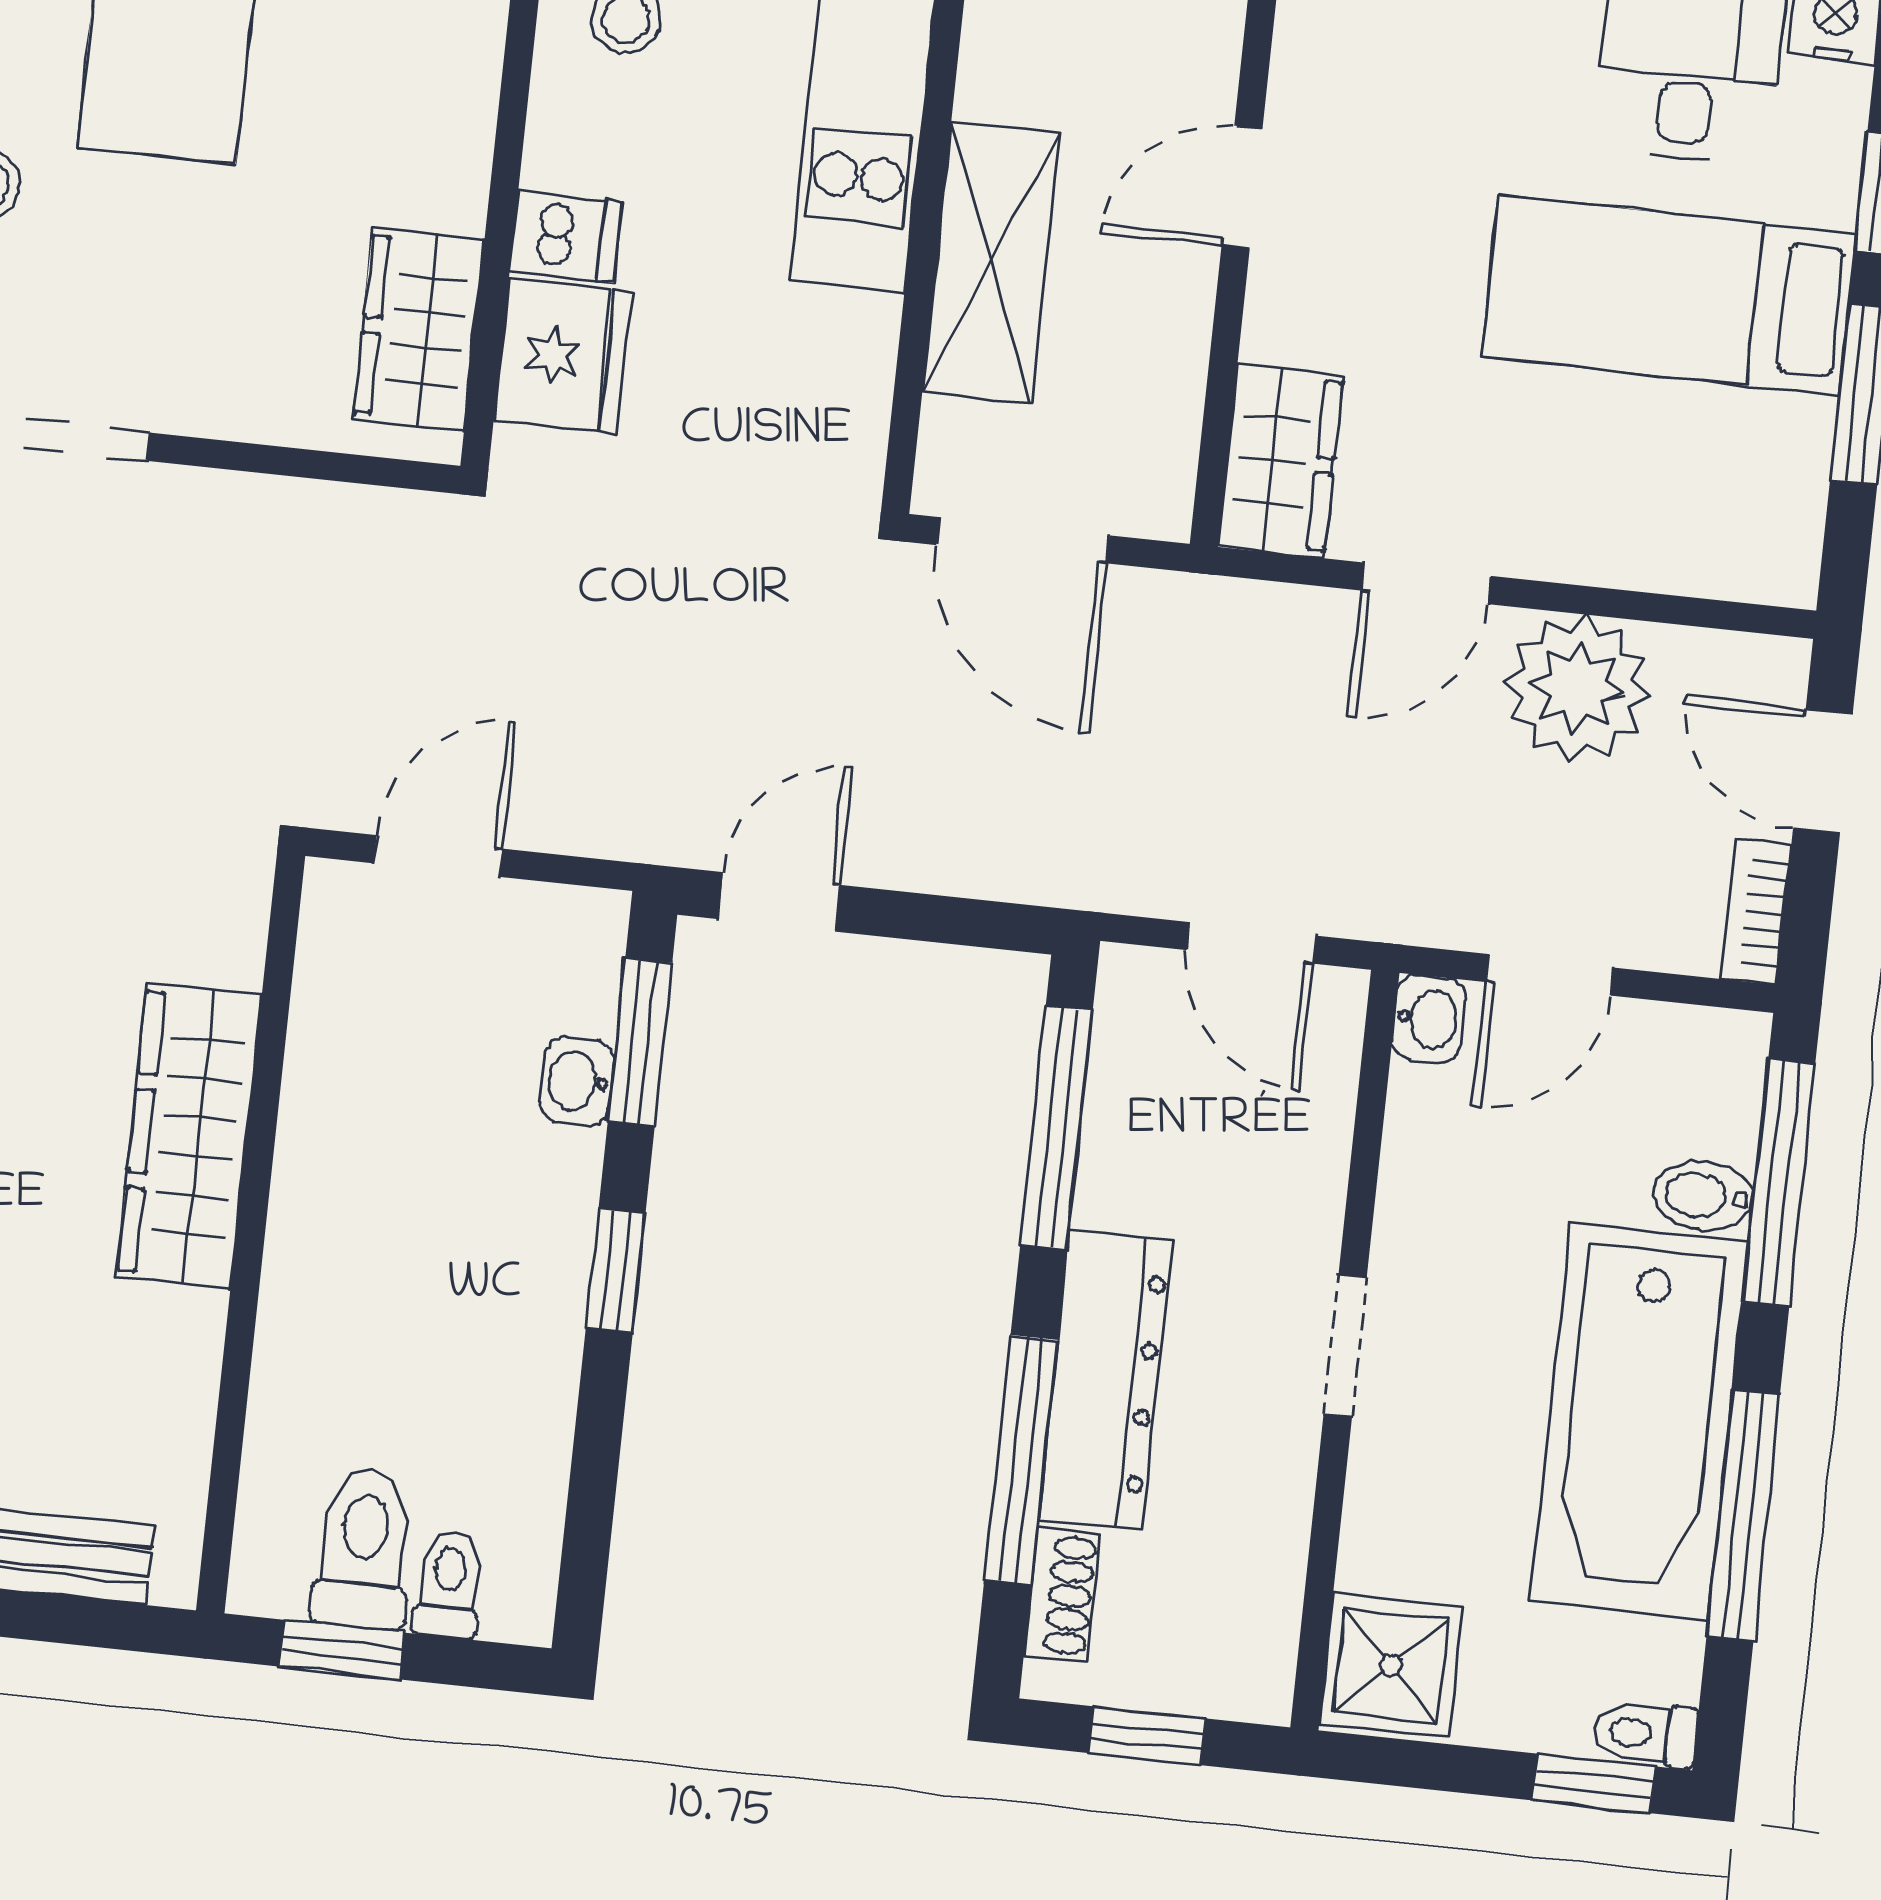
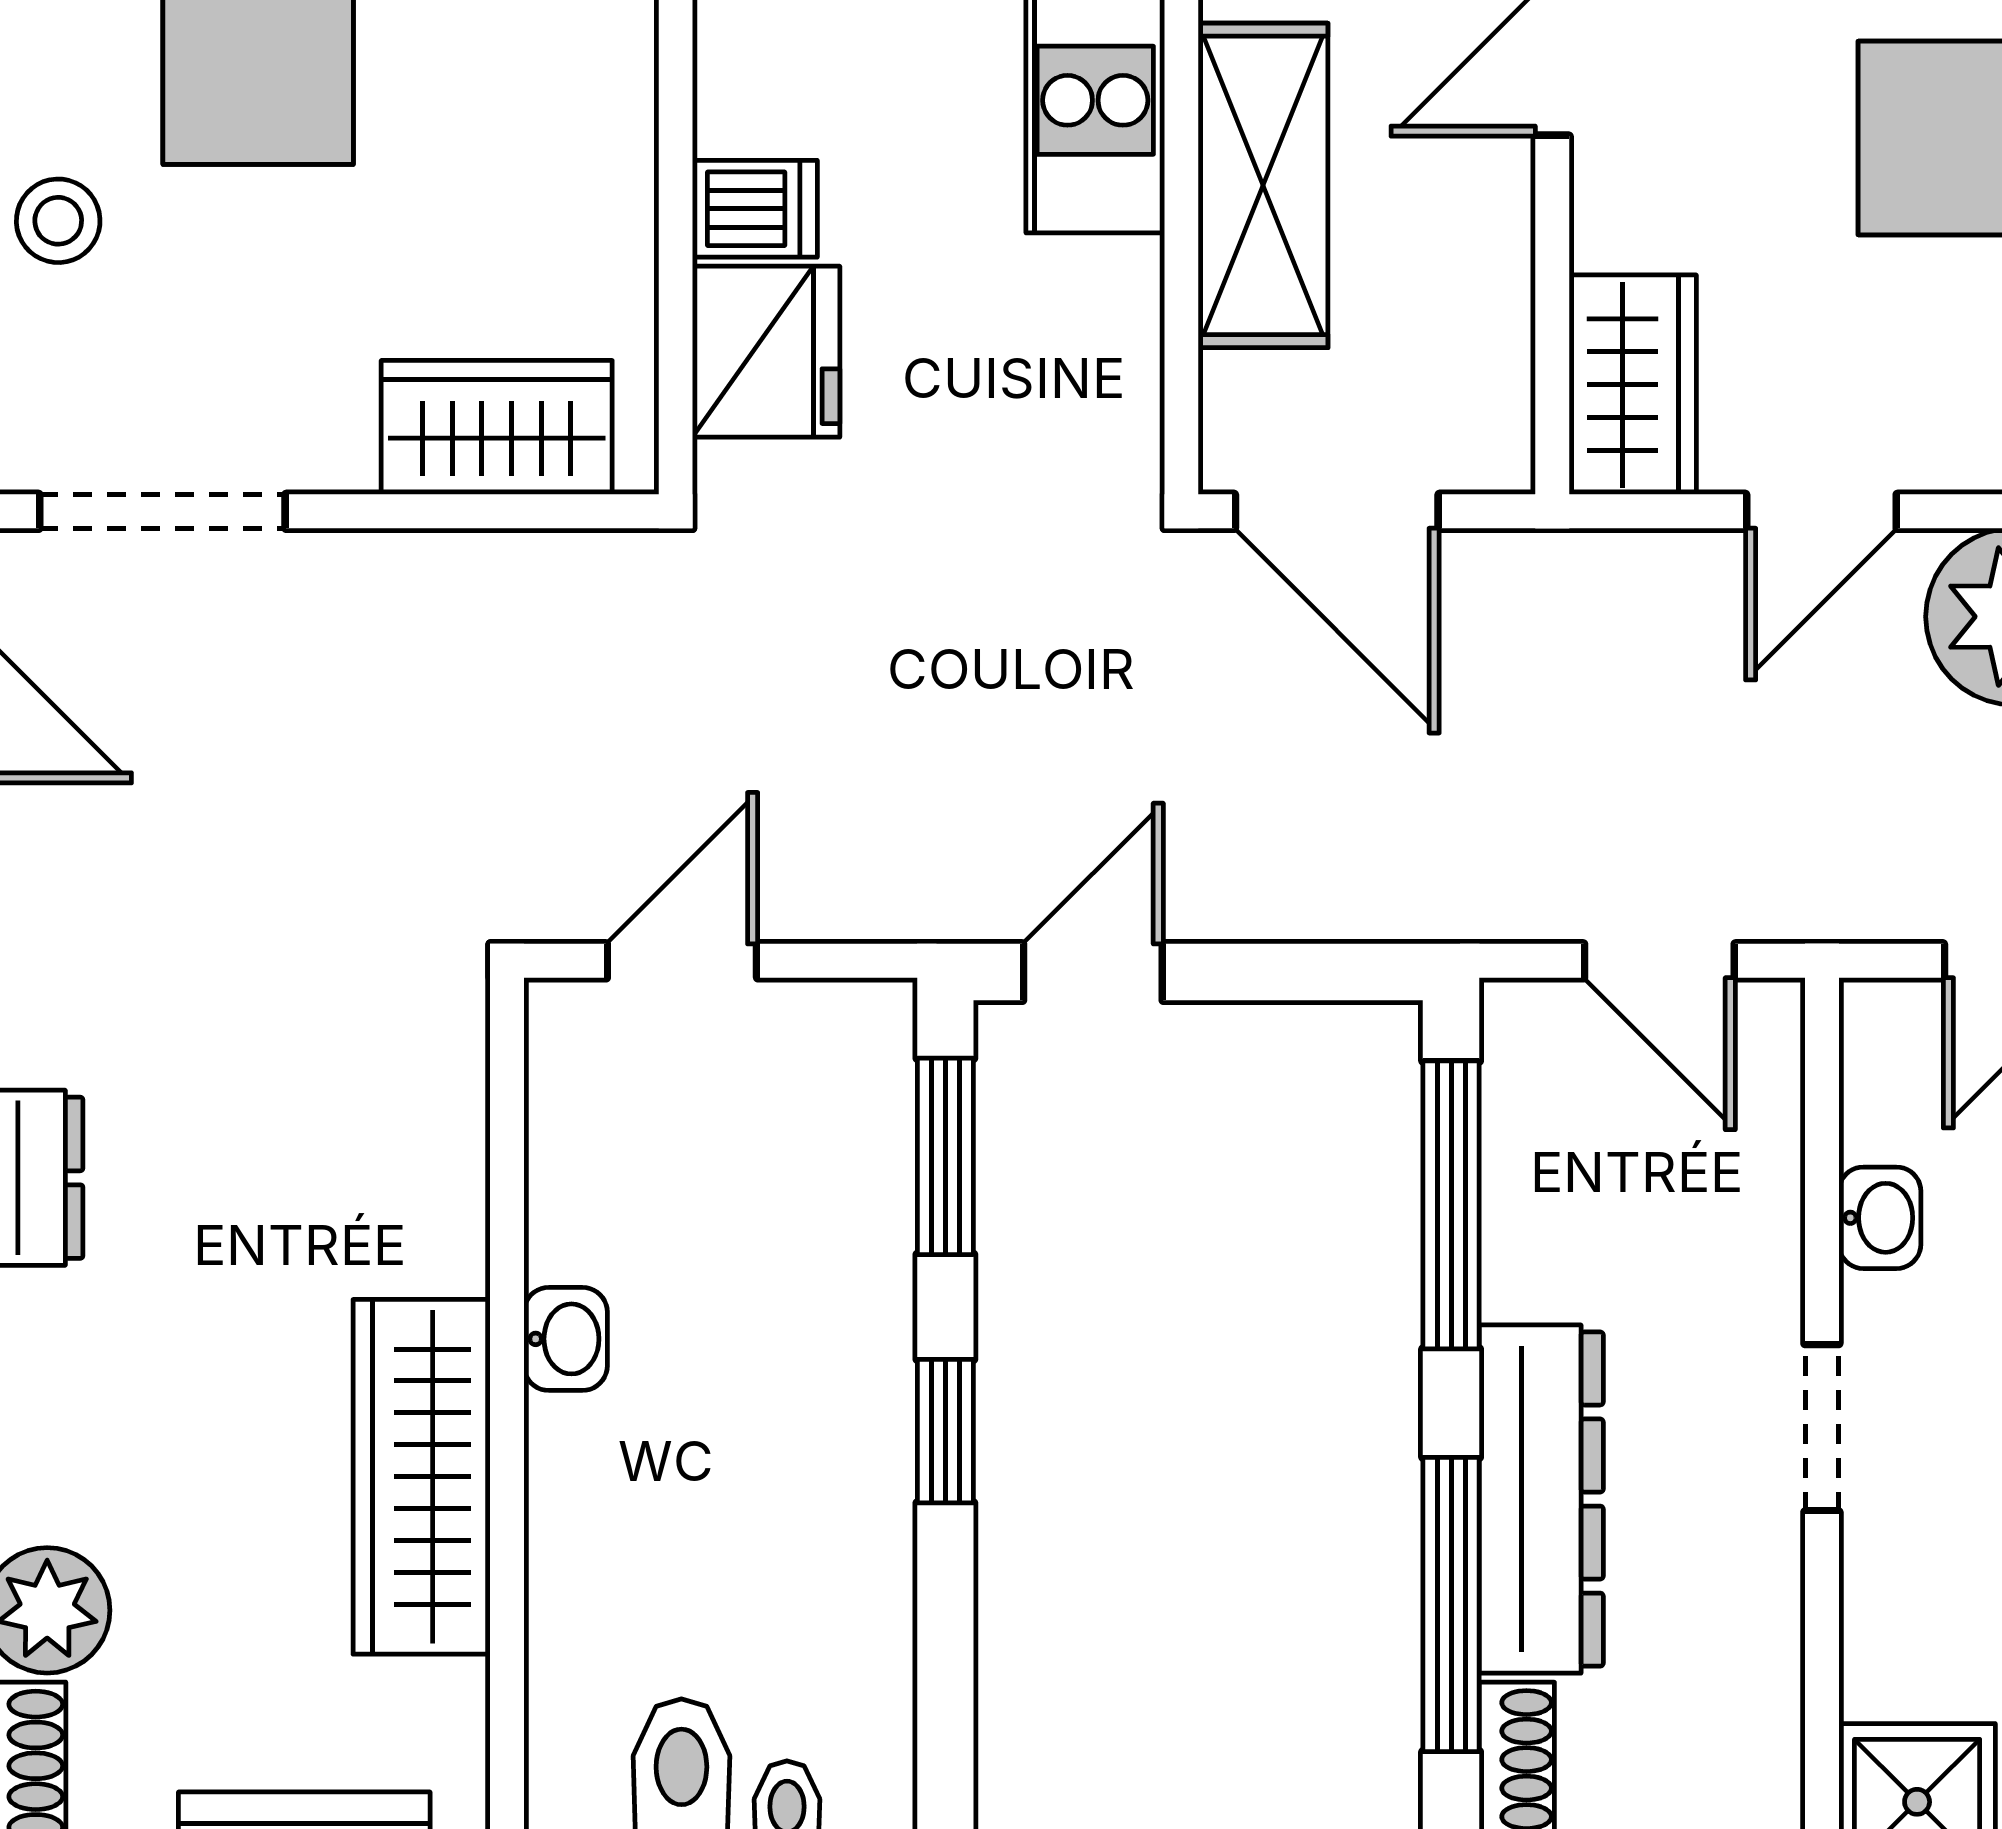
wardrobe: (419, 329) -> (497, 427), moved, turned 90
washbasin: (1429, 1019) -> (1880, 1218), moved
washbasin: (577, 1081) -> (566, 1339), moved, turned 180
wardrobe: (189, 1136) -> (422, 1477), moved

